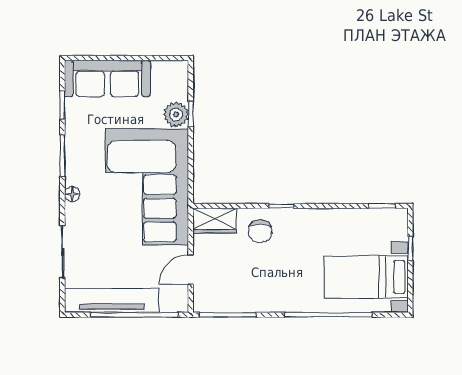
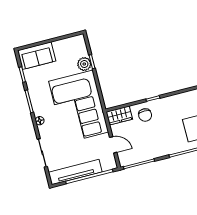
sofa: (107, 78) -> (37, 56), width x0.73
door: (191, 270) -> (113, 145), swing flipped

